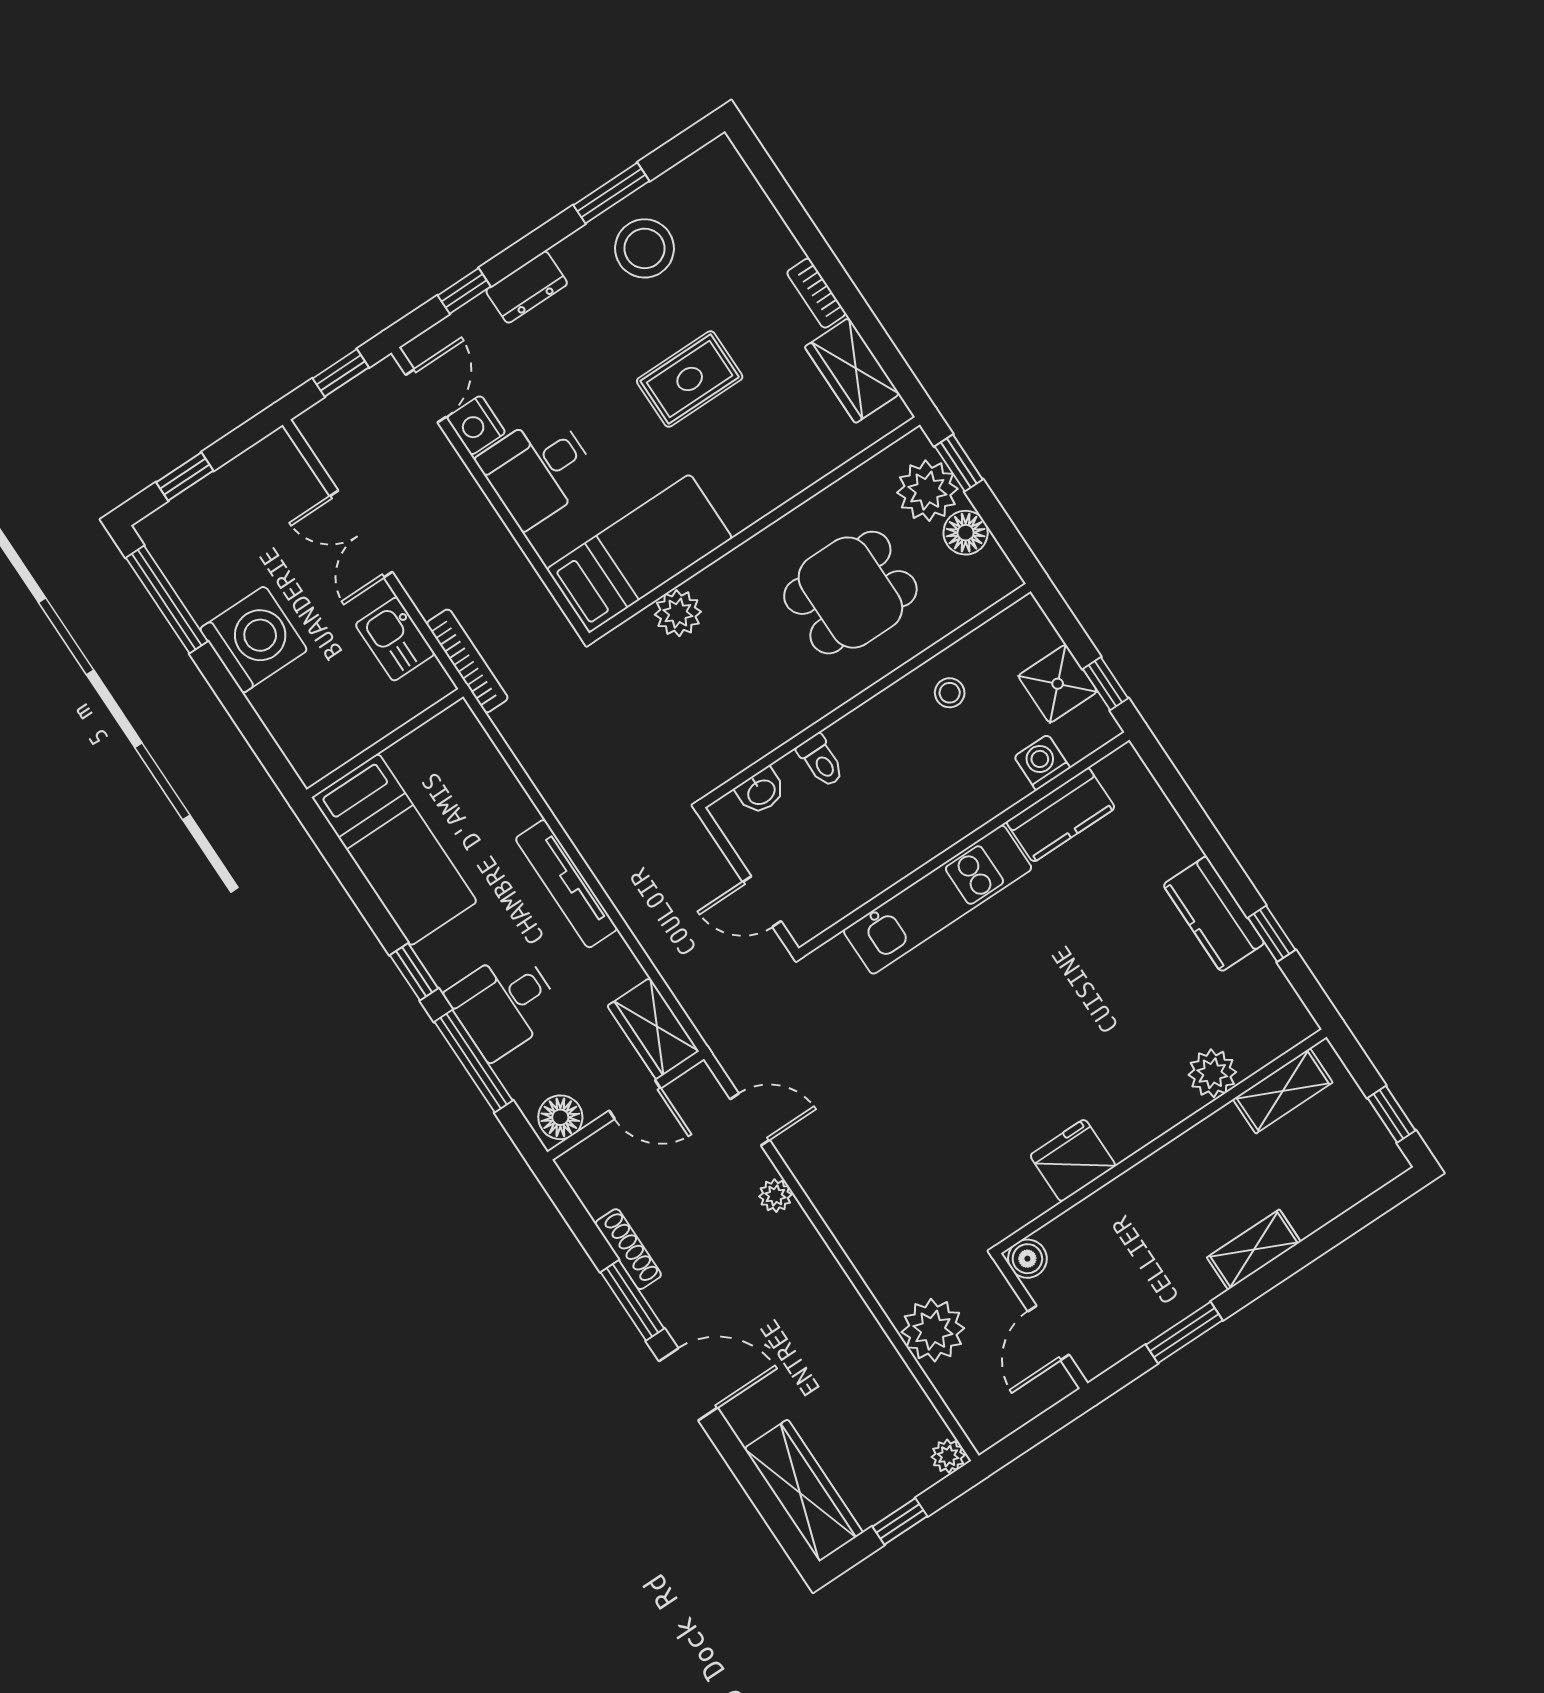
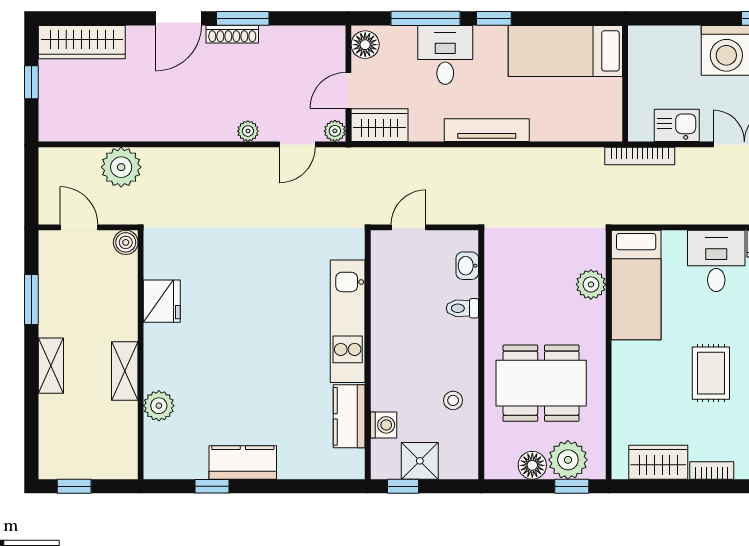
dining table: (850, 593) -> (541, 383), width x1.38
shelving: (1283, 1091) -> (125, 371), moved
shoe rack: (628, 1249) -> (232, 34), moved
plant: (948, 1456) -> (335, 131), moved

